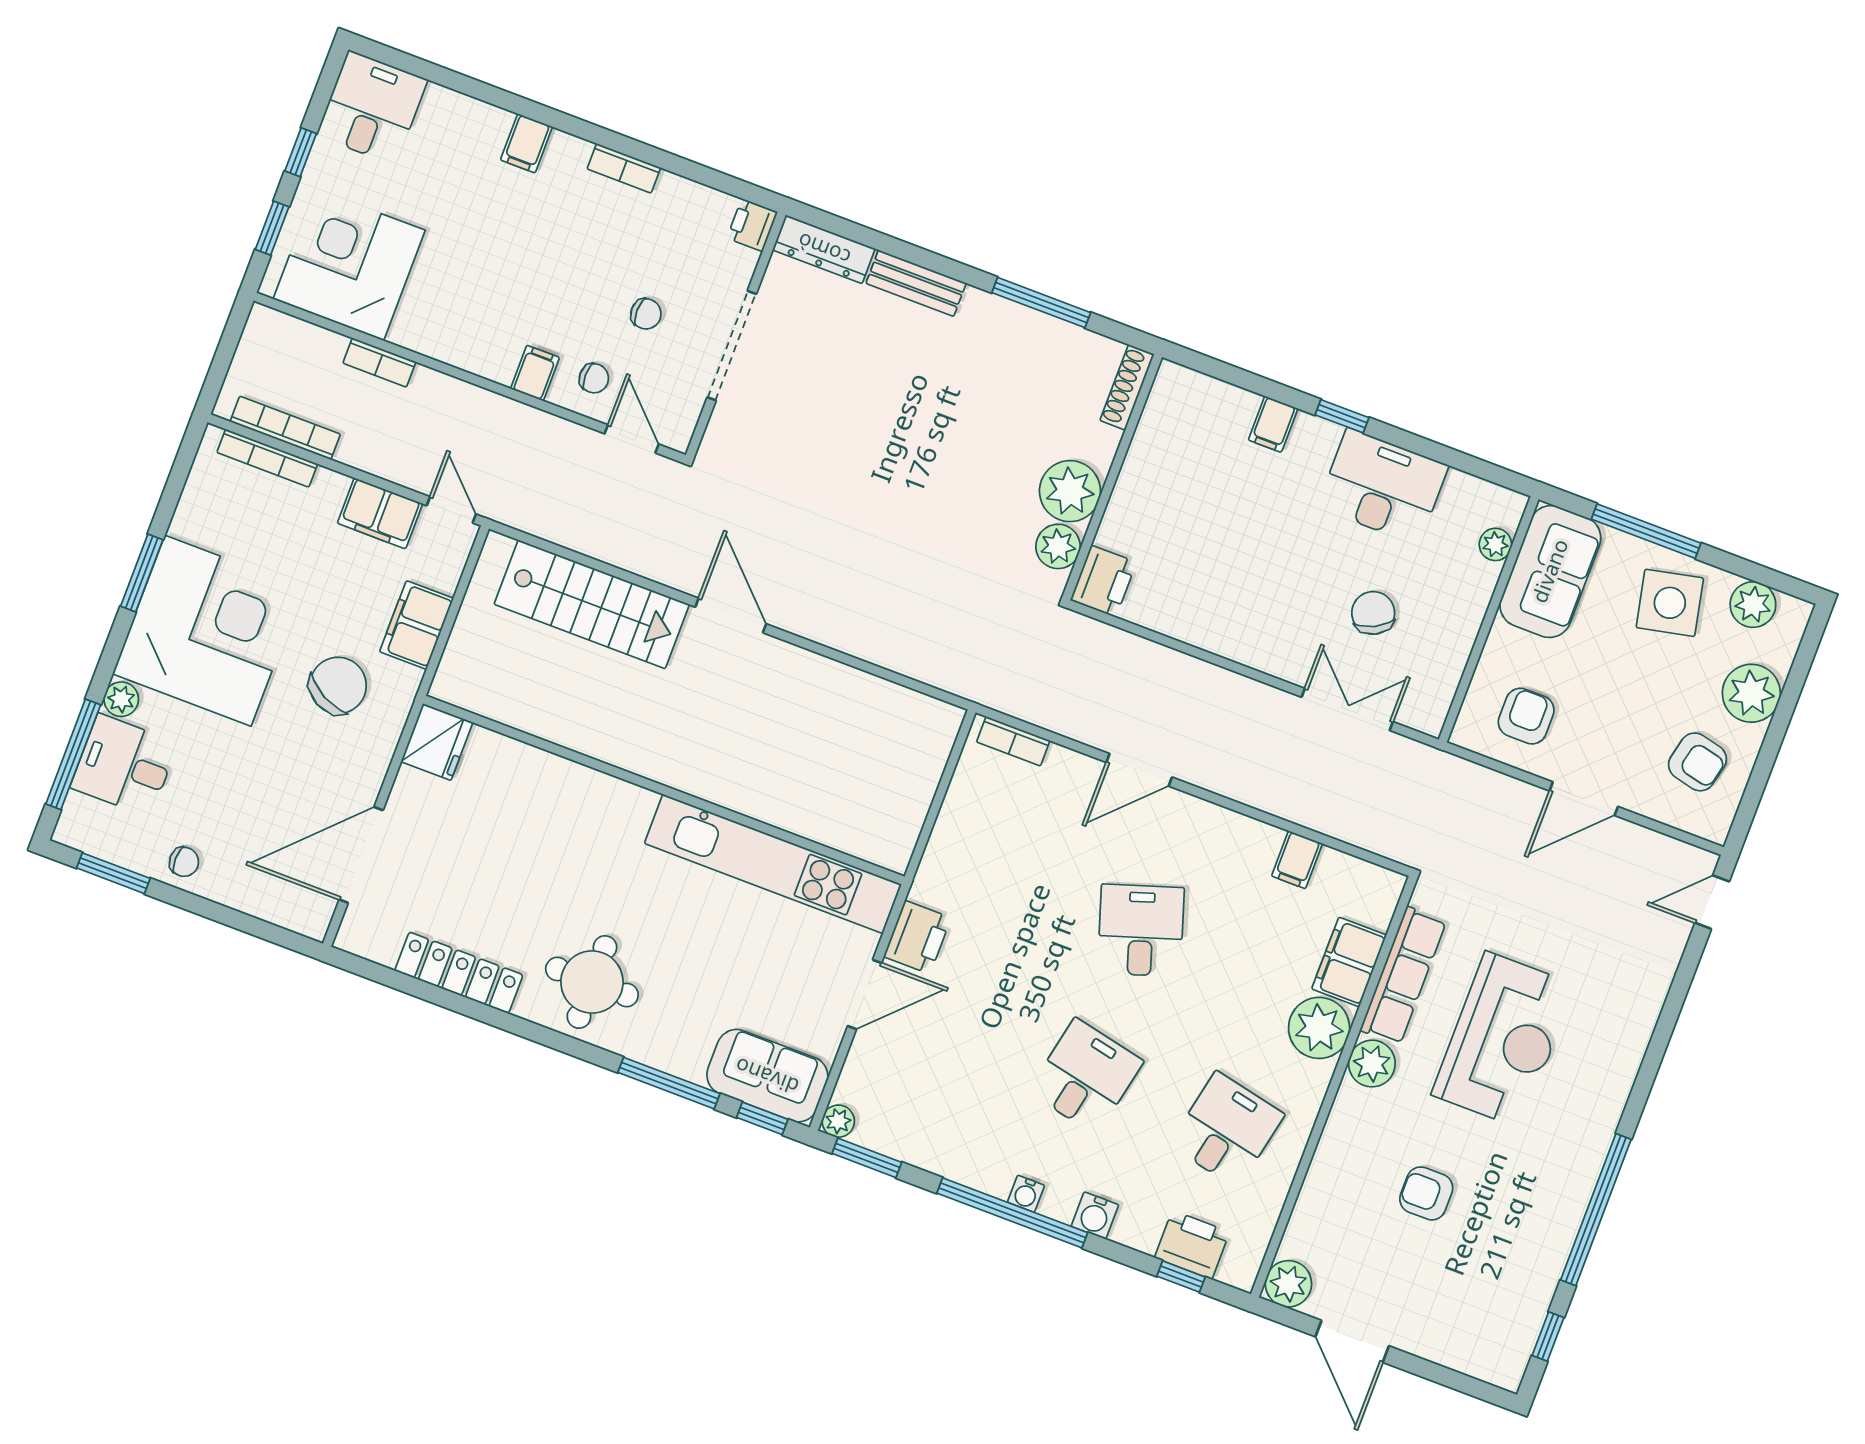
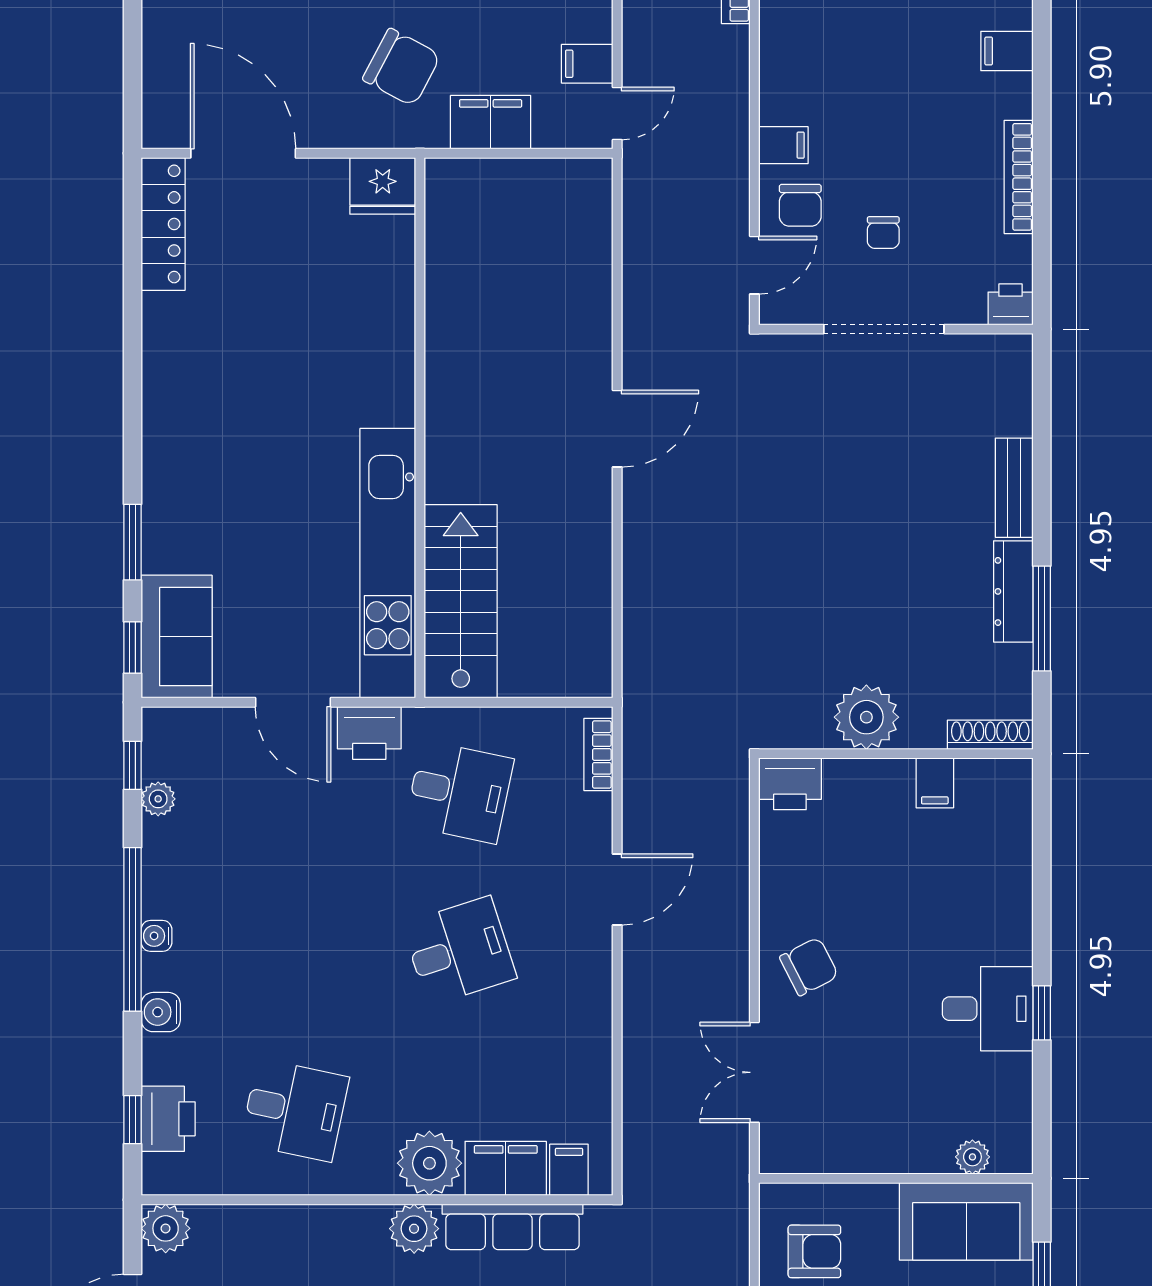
bookcase: (624, 168) -> (1019, 177), width x1.56
dresser: (824, 249) -> (1013, 591), moved
chair: (594, 378) -> (800, 205), width x1.37, depth x1.37
window: (1342, 416) -> (1042, 1013), moved
filing cabinet: (1273, 424) -> (935, 783), moved, turned -90
desk: (1383, 486) -> (988, 1009), width x0.73
filing cabinet: (380, 513) -> (587, 64), width x0.50
plant: (1058, 546) -> (807, 726), removed
stairs: (592, 604) -> (461, 601), moved, turned 180
chair: (1373, 613) -> (809, 967), moved
double door: (1347, 709) -> (754, 1072), swing flipped
door: (1139, 770) -> (617, 889), swing flipped
filing cabinet: (1297, 860) -> (569, 1170), moved, turned 90
locker: (459, 973) -> (163, 224), moved
round table: (592, 982) -> (204, 428), removed
desk: (1086, 1076) -> (459, 792), moved
window: (669, 1083) -> (133, 542), width x0.69
plant: (838, 1121) -> (158, 799), moved
window: (867, 1158) -> (133, 765), width x0.67

